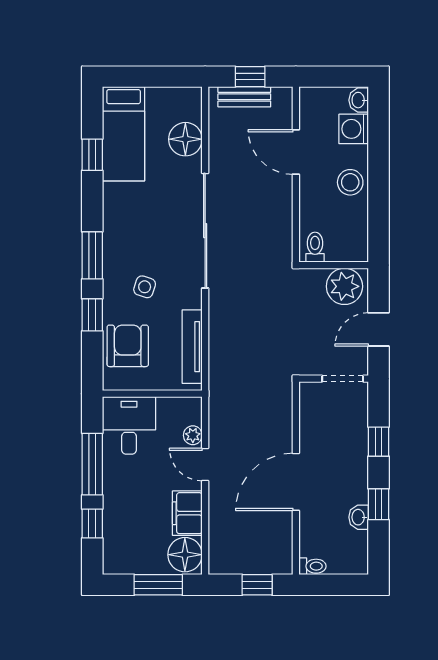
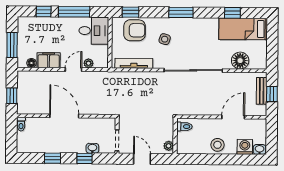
plant: (344, 286) -> (169, 146), width x0.53, depth x0.53
window: (92, 315) -> (130, 12), moved
washbasin: (359, 517) -> (92, 148), moved
floor lamp: (185, 555) -> (31, 63), width x0.53, depth x0.53

